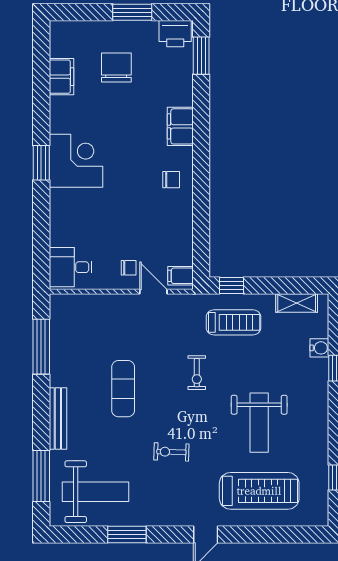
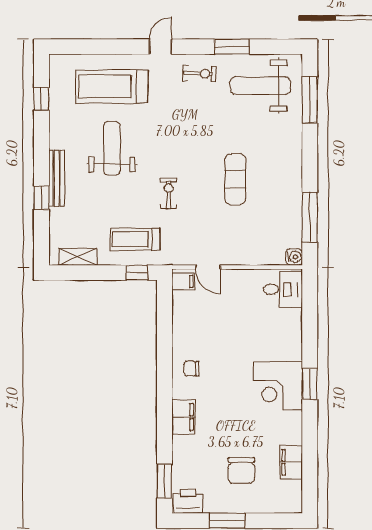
chair: (129, 268) -> (230, 289), removed
water cooler: (319, 348) -> (294, 257), moved, turned 180
bench: (58, 419) -> (57, 178), moved
exercise bike: (171, 452) -> (199, 73), moved

